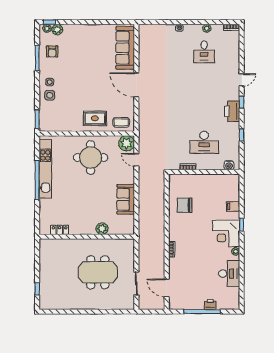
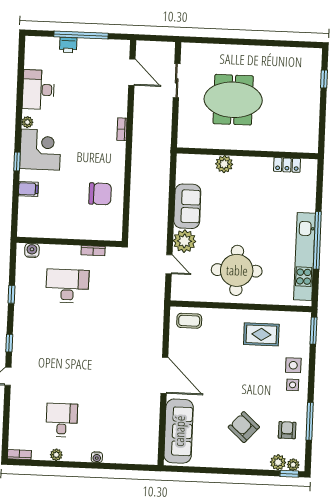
armchair: (81, 52) -> (244, 427), added
printer: (232, 111) -> (24, 330), removed
rug: (95, 118) -> (261, 334), moved
plant: (127, 143) -> (184, 241), moved

